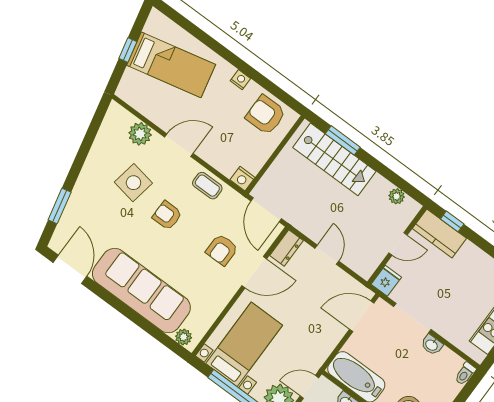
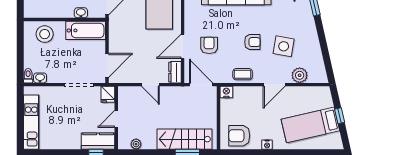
armchair: (266, 115) -> (239, 136), turned 180
washbasin: (432, 345) -> (40, 78), moved

